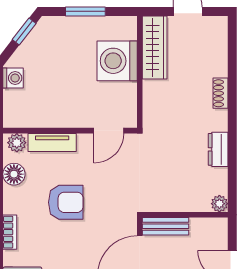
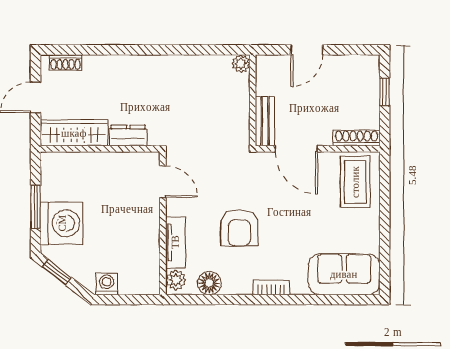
washing machine: (117, 61) -> (62, 223), moved, turned -90
shoe rack: (220, 93) -> (66, 63), moved
dresser: (218, 149) -> (128, 135), moved, turned 180
armchair: (66, 202) -> (239, 228), turned 180

